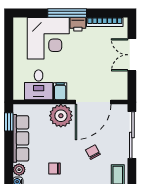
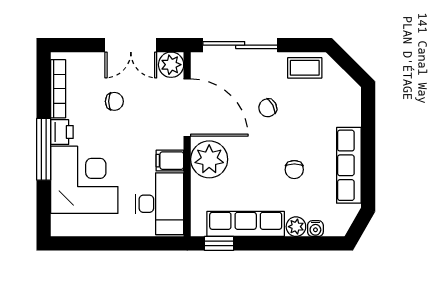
double door: (132, 55) -> (131, 45), moved
chair: (97, 57) -> (114, 101), added
desk: (39, 85) -> (159, 204), width x1.37
plant: (120, 92) -> (171, 65), added

